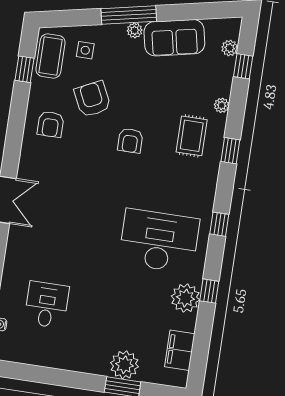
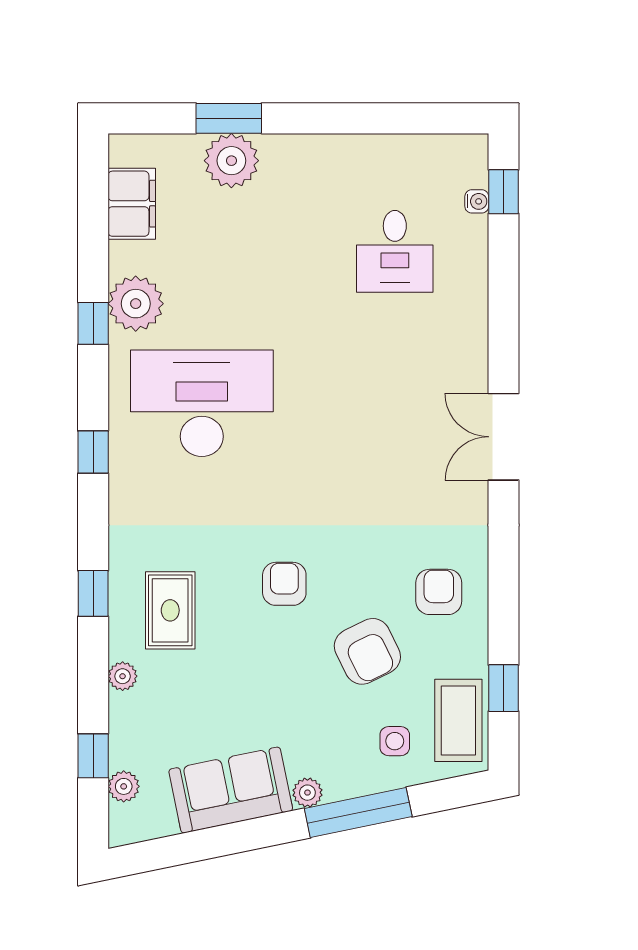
window: (129, 15) -> (358, 813), moved
desk: (159, 241) -> (202, 403), turned 180

